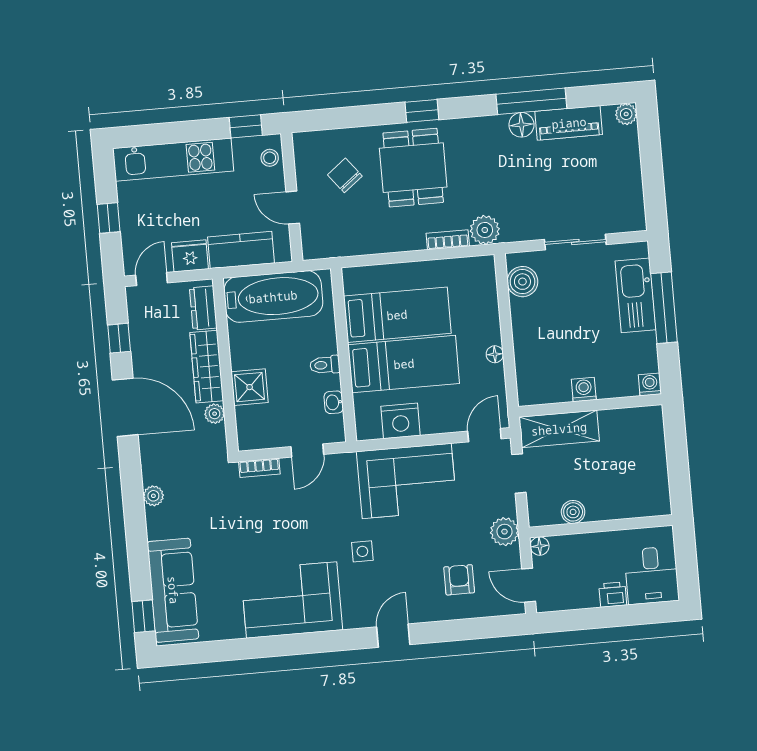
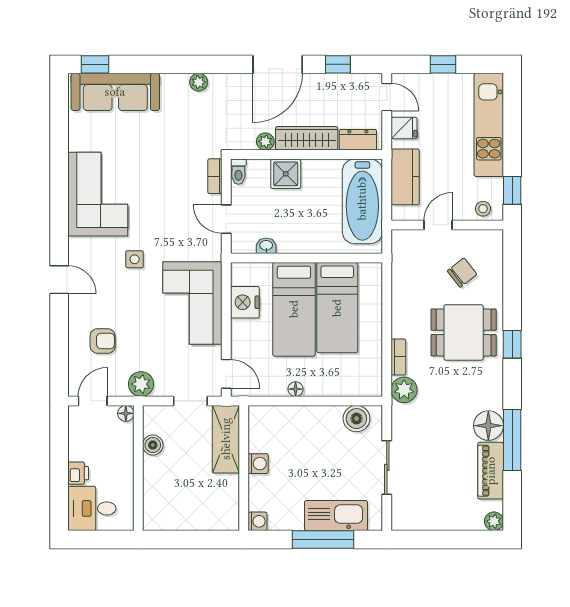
floor lamp: (521, 125) -> (488, 426), width x1.38, depth x1.38
fridge: (190, 256) -> (404, 128), width x0.72
toilet: (325, 365) -> (238, 172), moved, turned 180

